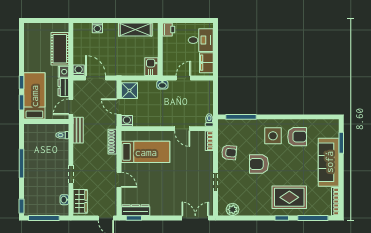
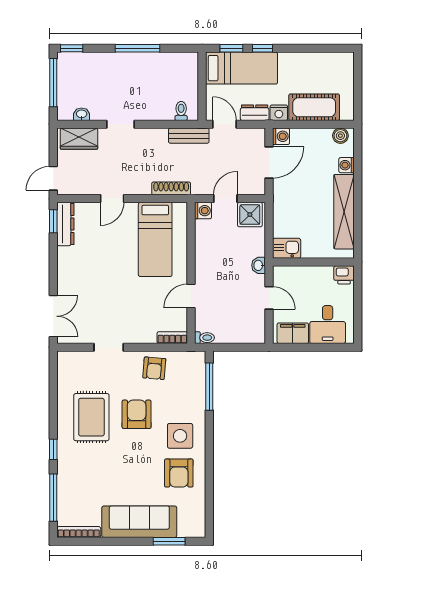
shelving: (135, 29) -> (344, 212), width x1.47
boiler: (78, 32) -> (340, 136), added
rug: (289, 197) -> (91, 417), moved
plant: (233, 209) -> (66, 374), removed

